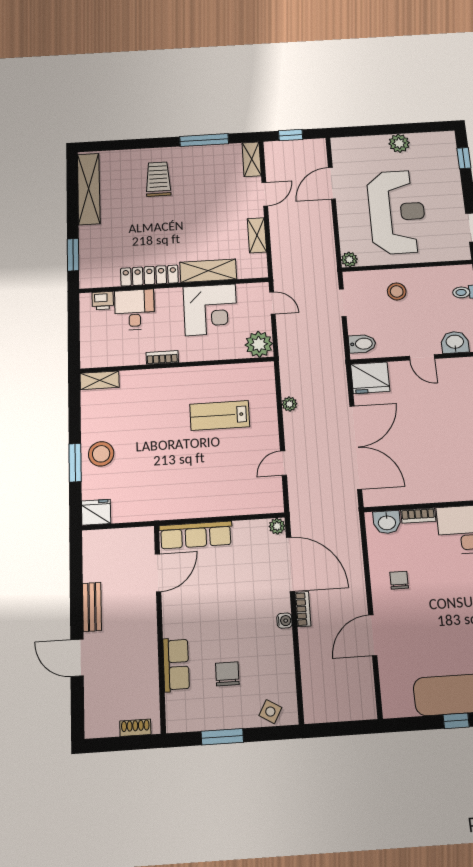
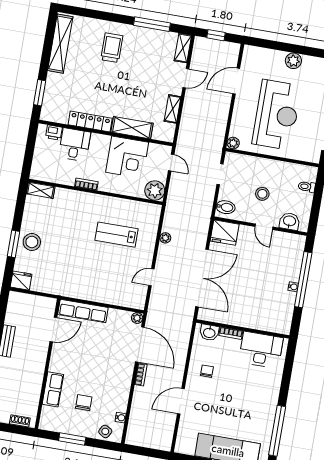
stool: (397, 291) -> (262, 194), moved
water cooler: (284, 621) -> (121, 418), moved

